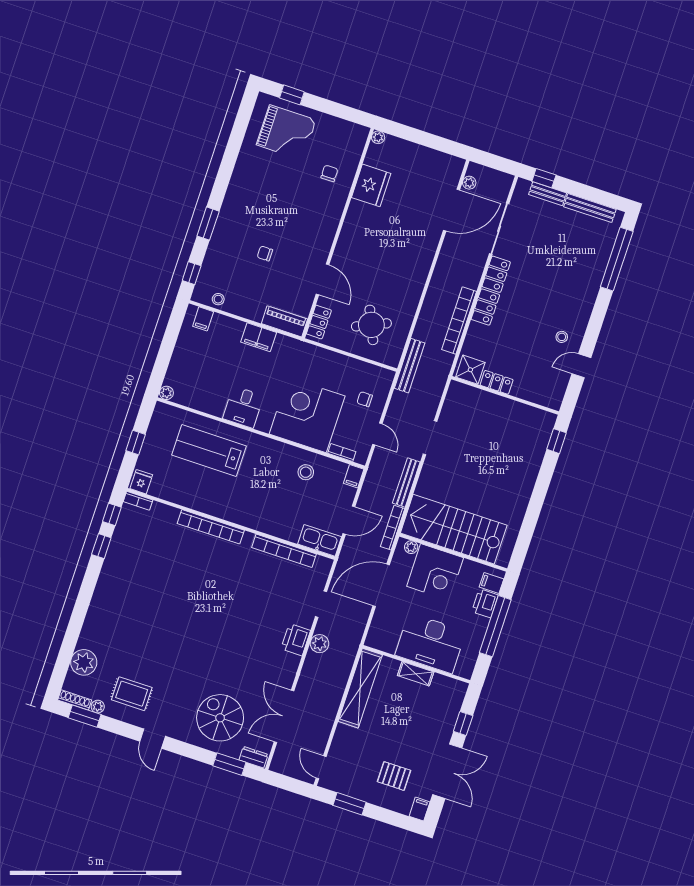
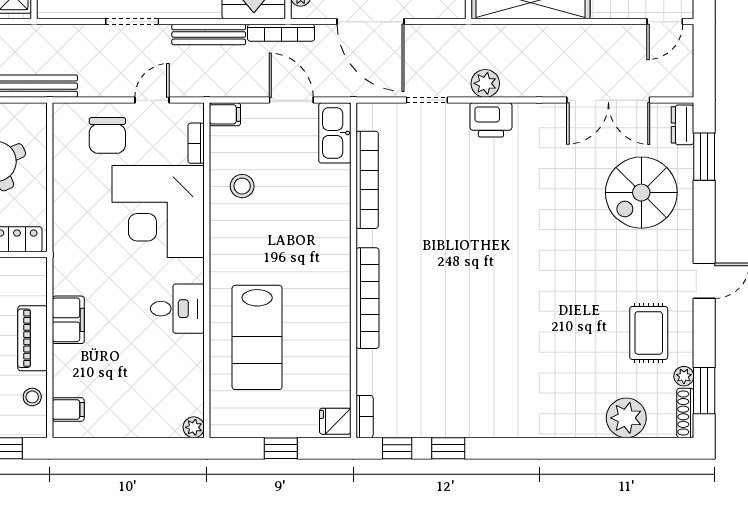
piano: (284, 321) -> (33, 338), moved
chair: (365, 399) -> (107, 135), width x1.87, depth x1.87

